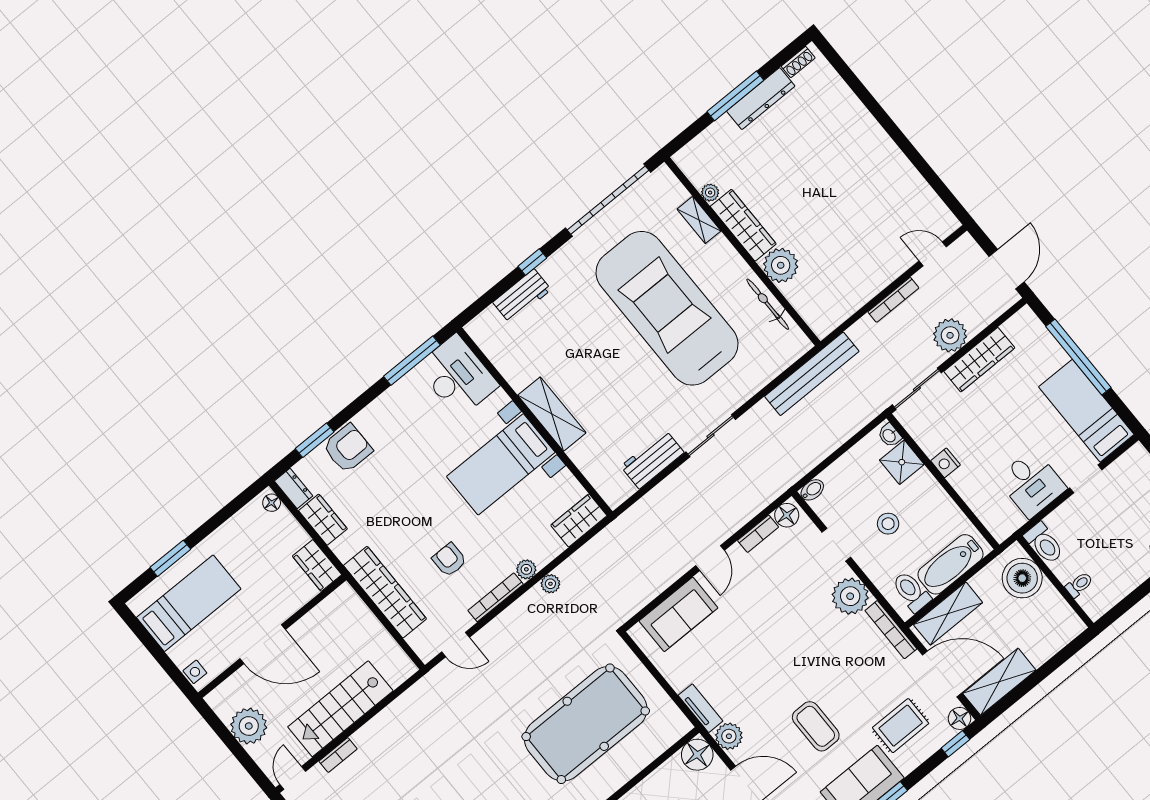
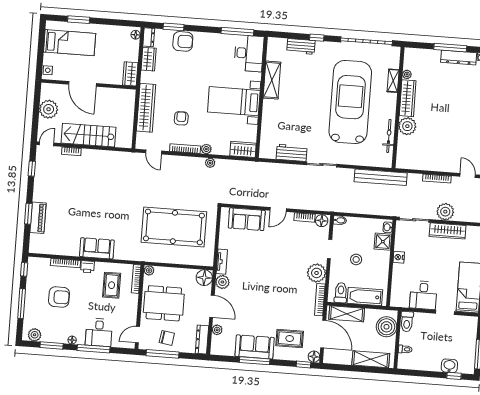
shelving: (552, 414) -> (272, 80), moved
shelving: (999, 682) -> (371, 359), moved
coffee table: (816, 726) -> (258, 309), removed

